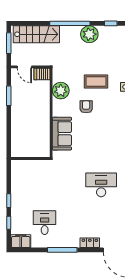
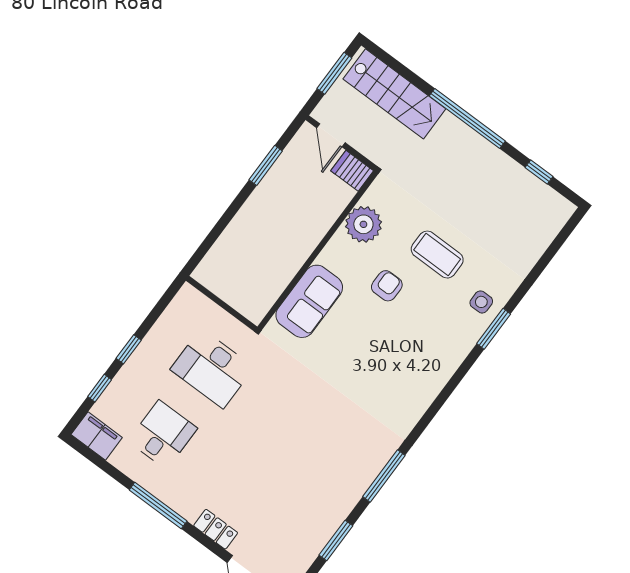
plant: (89, 34) -> (487, 163), removed
desk: (101, 185) -> (212, 368), moved, turned 180

